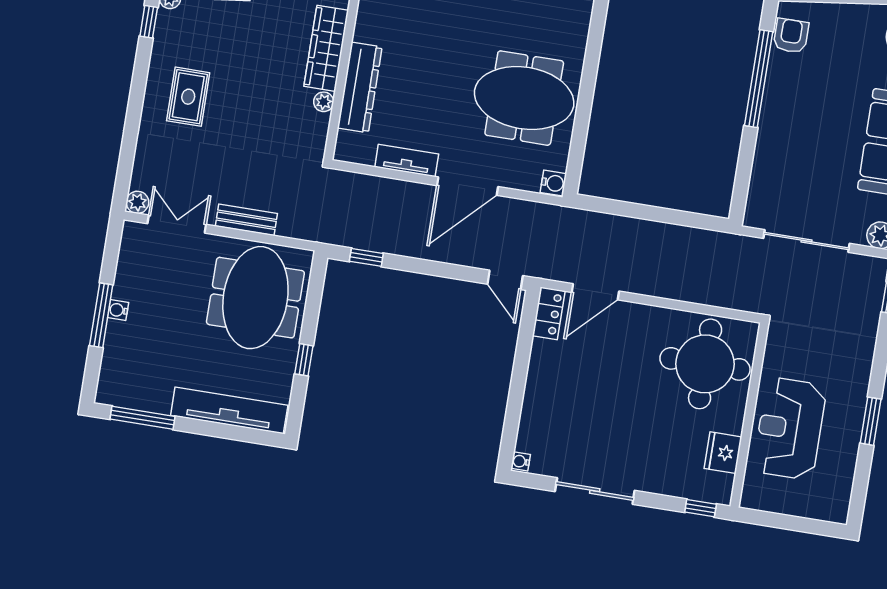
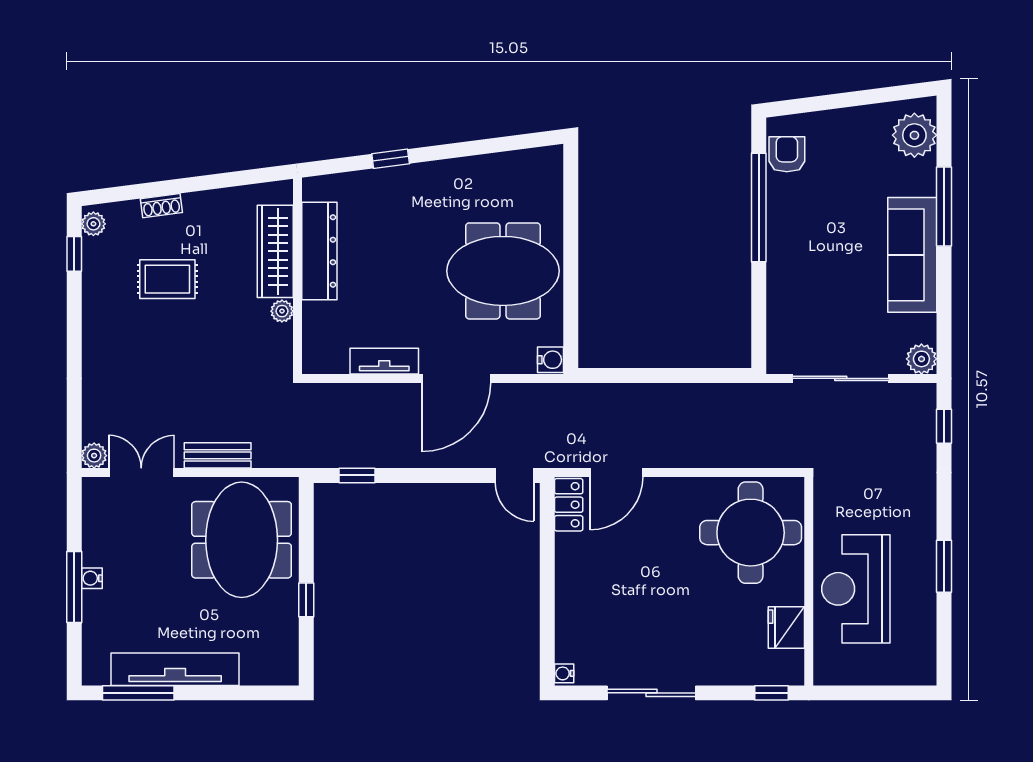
dresser: (360, 87) -> (319, 251), moved
rug: (188, 97) -> (167, 279), moved, turned 90
tv unit: (229, 410) -> (175, 669), moved

